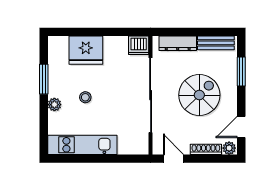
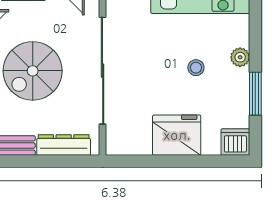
dishwasher: (139, 45) -> (235, 142), moved
fridge: (86, 50) -> (177, 135), moved

